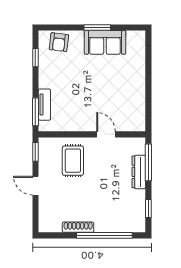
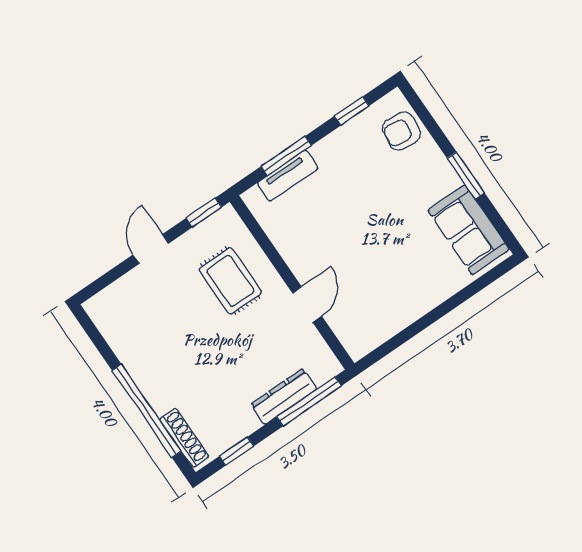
sofa: (105, 42) -> (469, 230), moved
window: (35, 112) -> (286, 156), moved
rug: (73, 161) -> (230, 281), turned 90
shoe rack: (78, 227) -> (184, 438), moved

